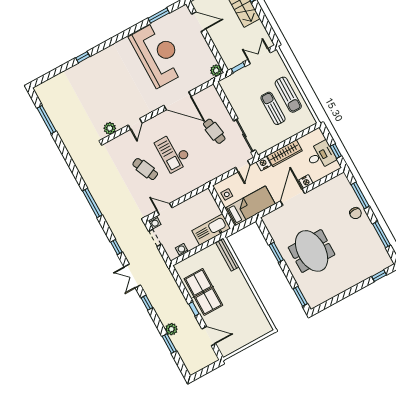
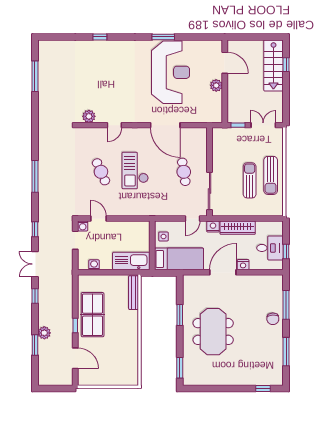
window: (159, 16) -> (163, 37), moved
plant: (216, 70) -> (216, 85), moved

